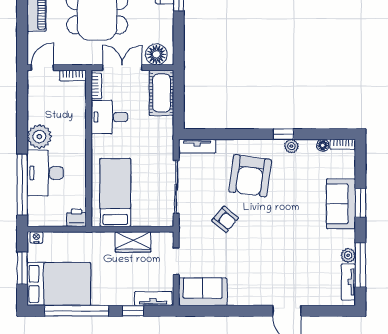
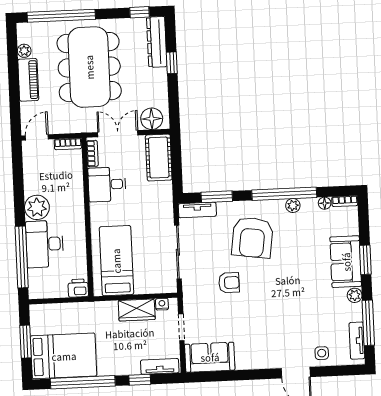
window: (217, 134) -> (217, 197), added
window: (283, 134) -> (284, 194), width x3.17
armchair: (225, 219) -> (229, 283), turned -40
nightstand: (36, 237) -> (162, 304), moved
plant: (348, 255) -> (355, 295), moved
side table: (313, 293) -> (322, 353), added

